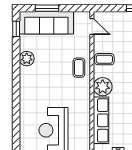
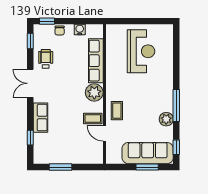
door: (92, 27) -> (105, 133), moved
window: (16, 73) -> (176, 106), added

